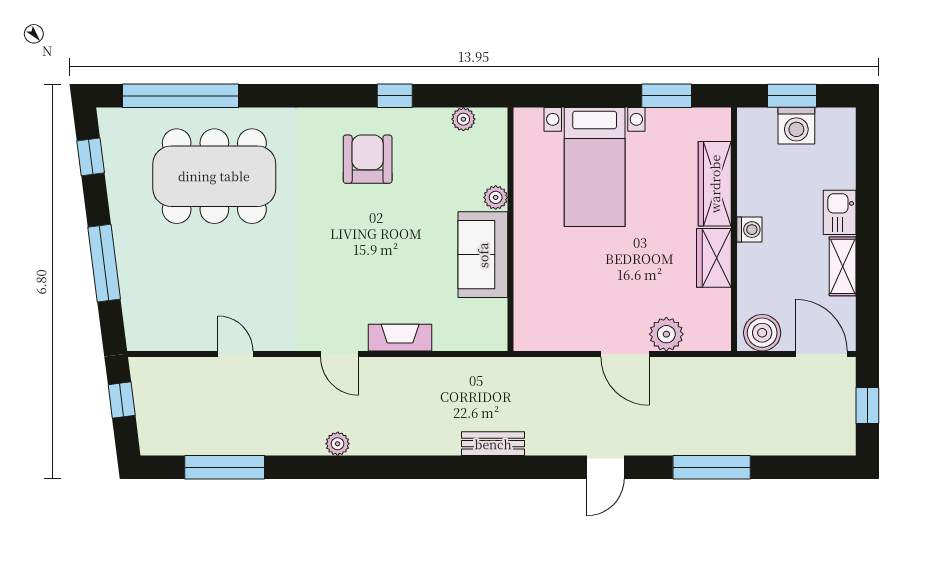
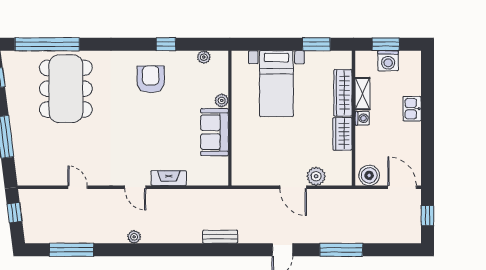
dining table: (214, 176) -> (66, 89), turned 90
shelving: (843, 266) -> (362, 94), moved

